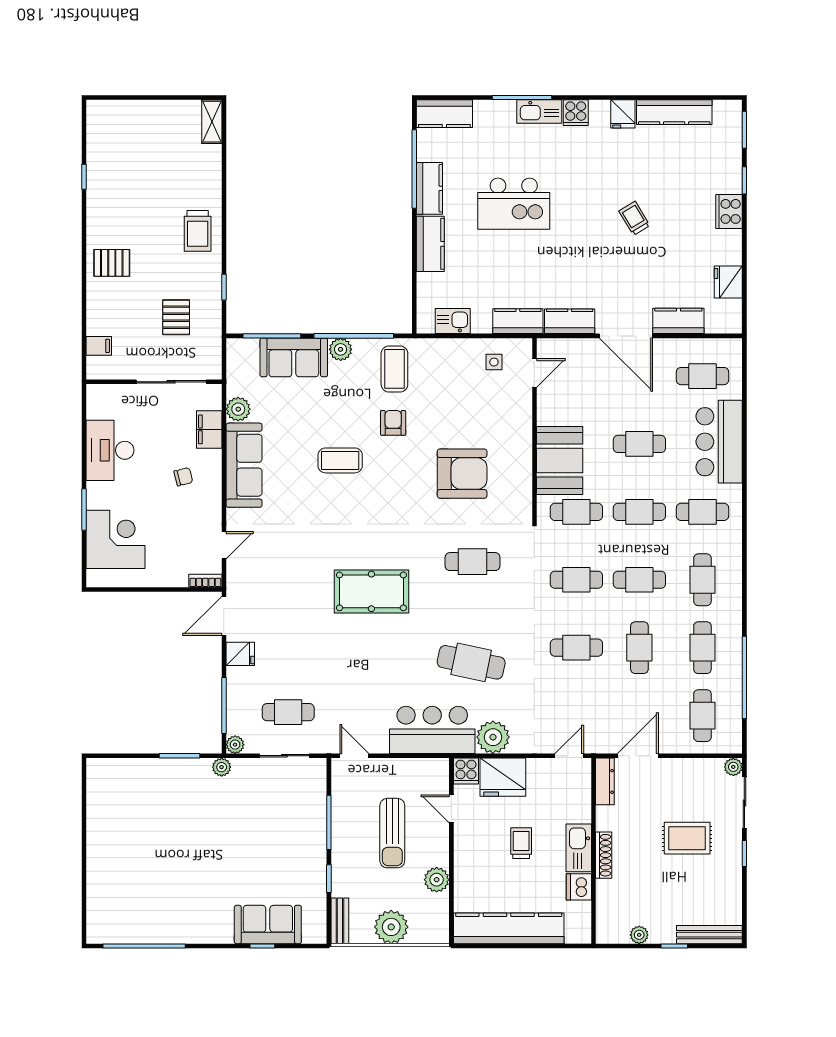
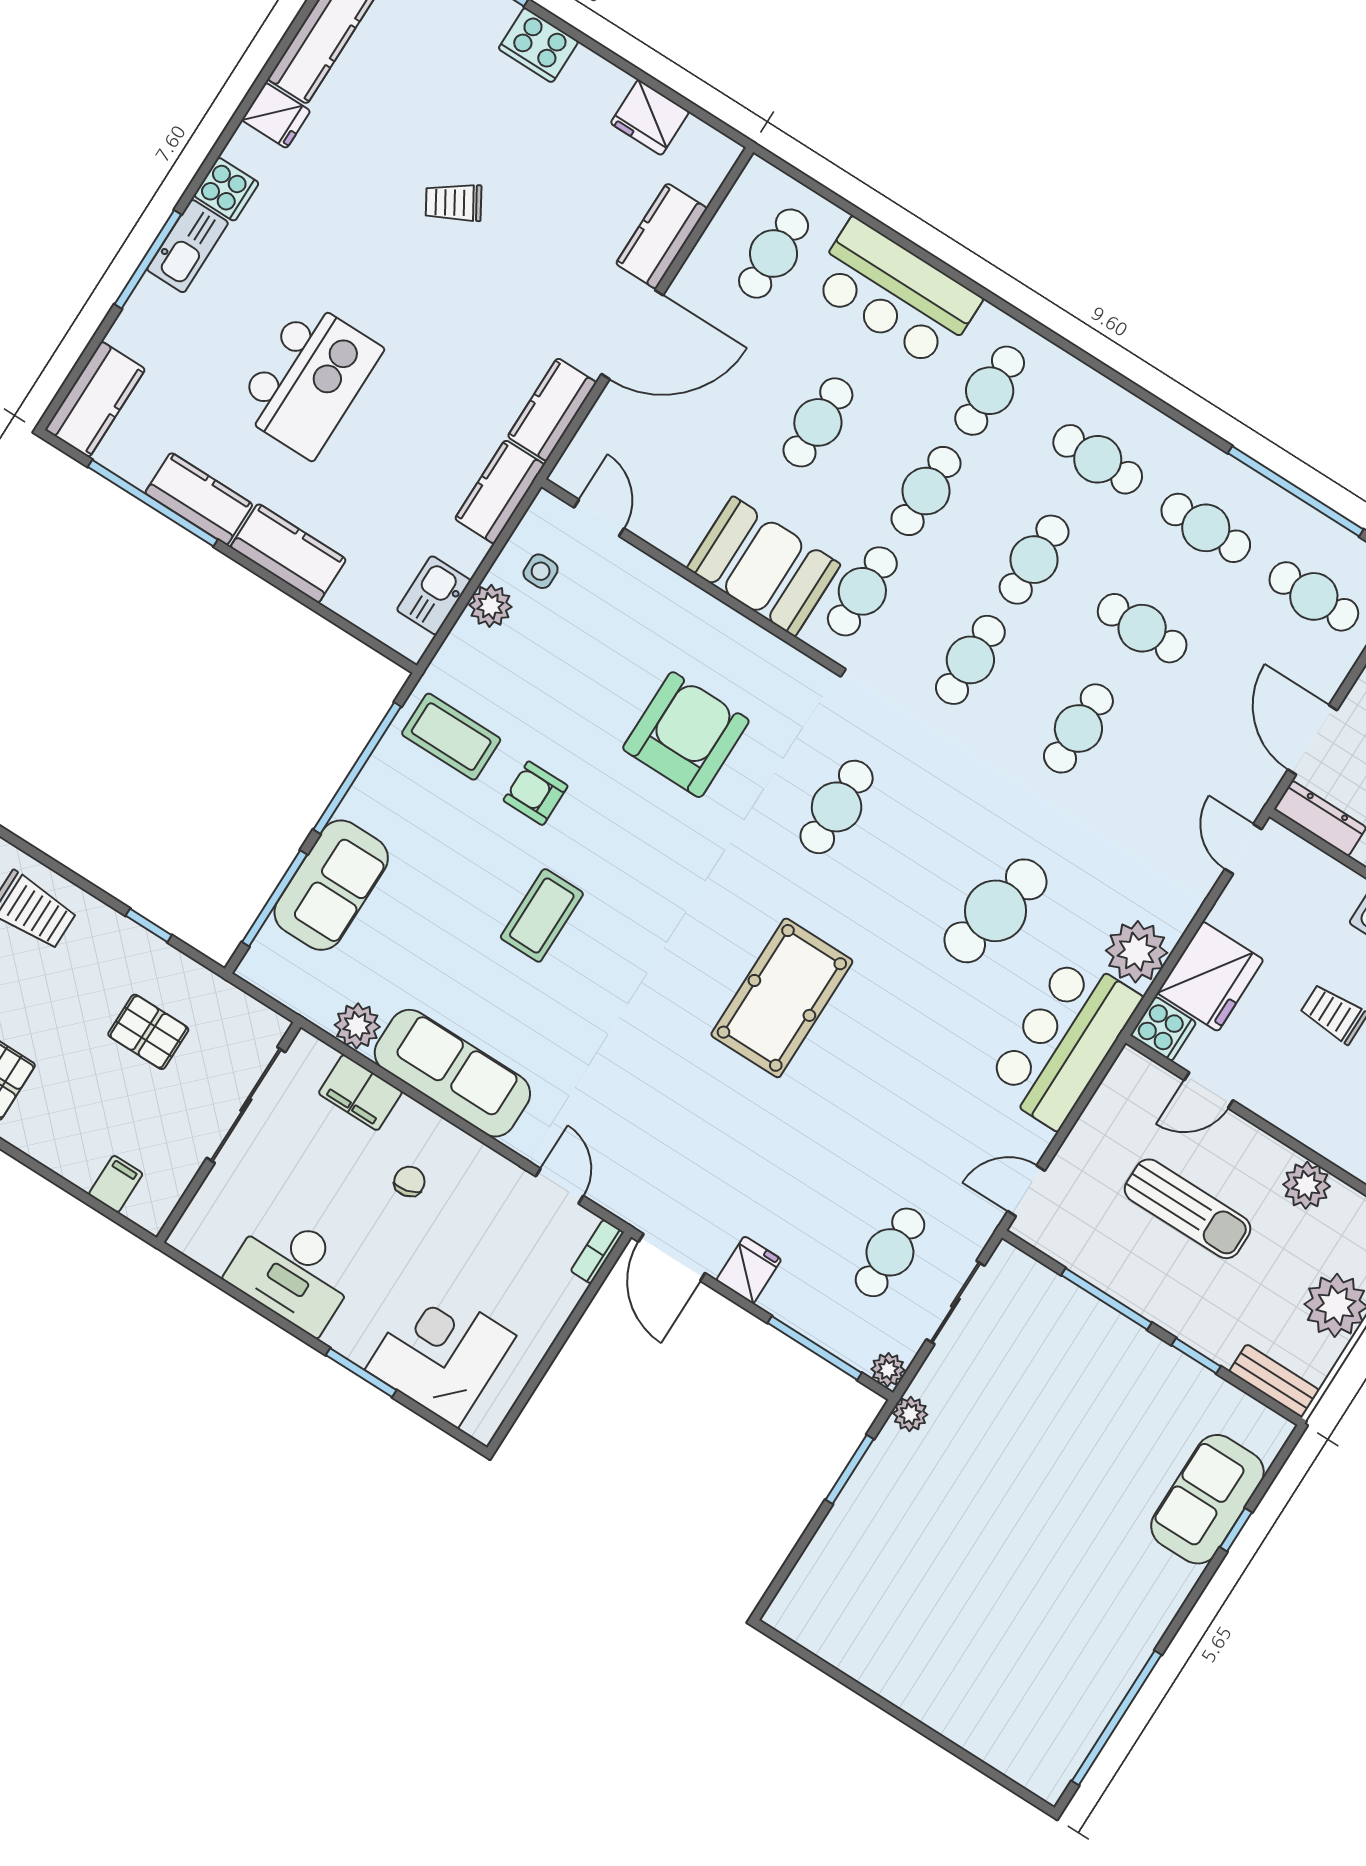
plant: (341, 349) -> (490, 606), moved

